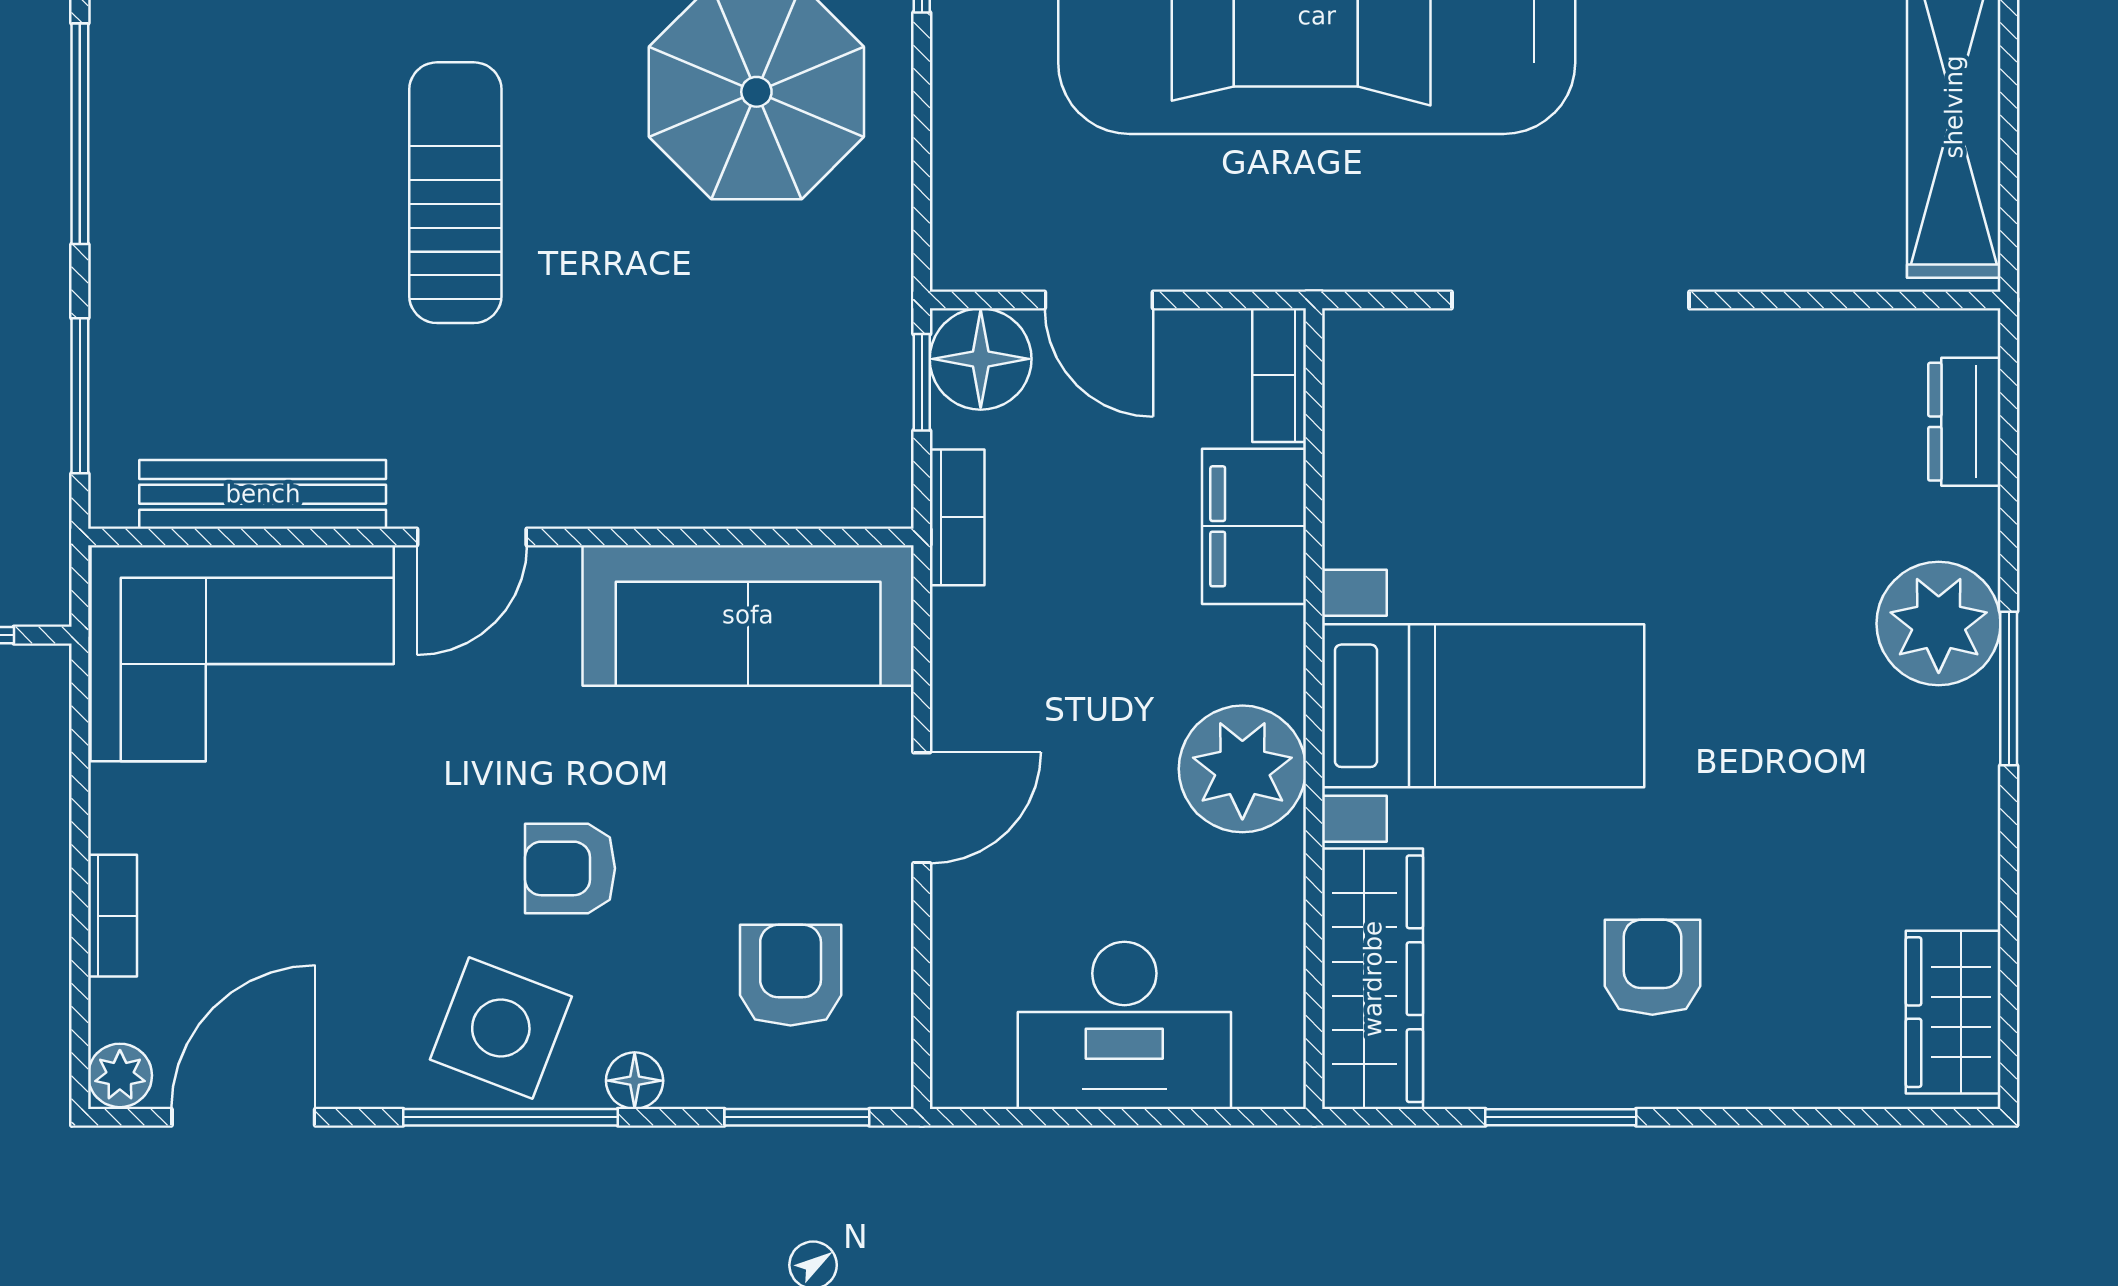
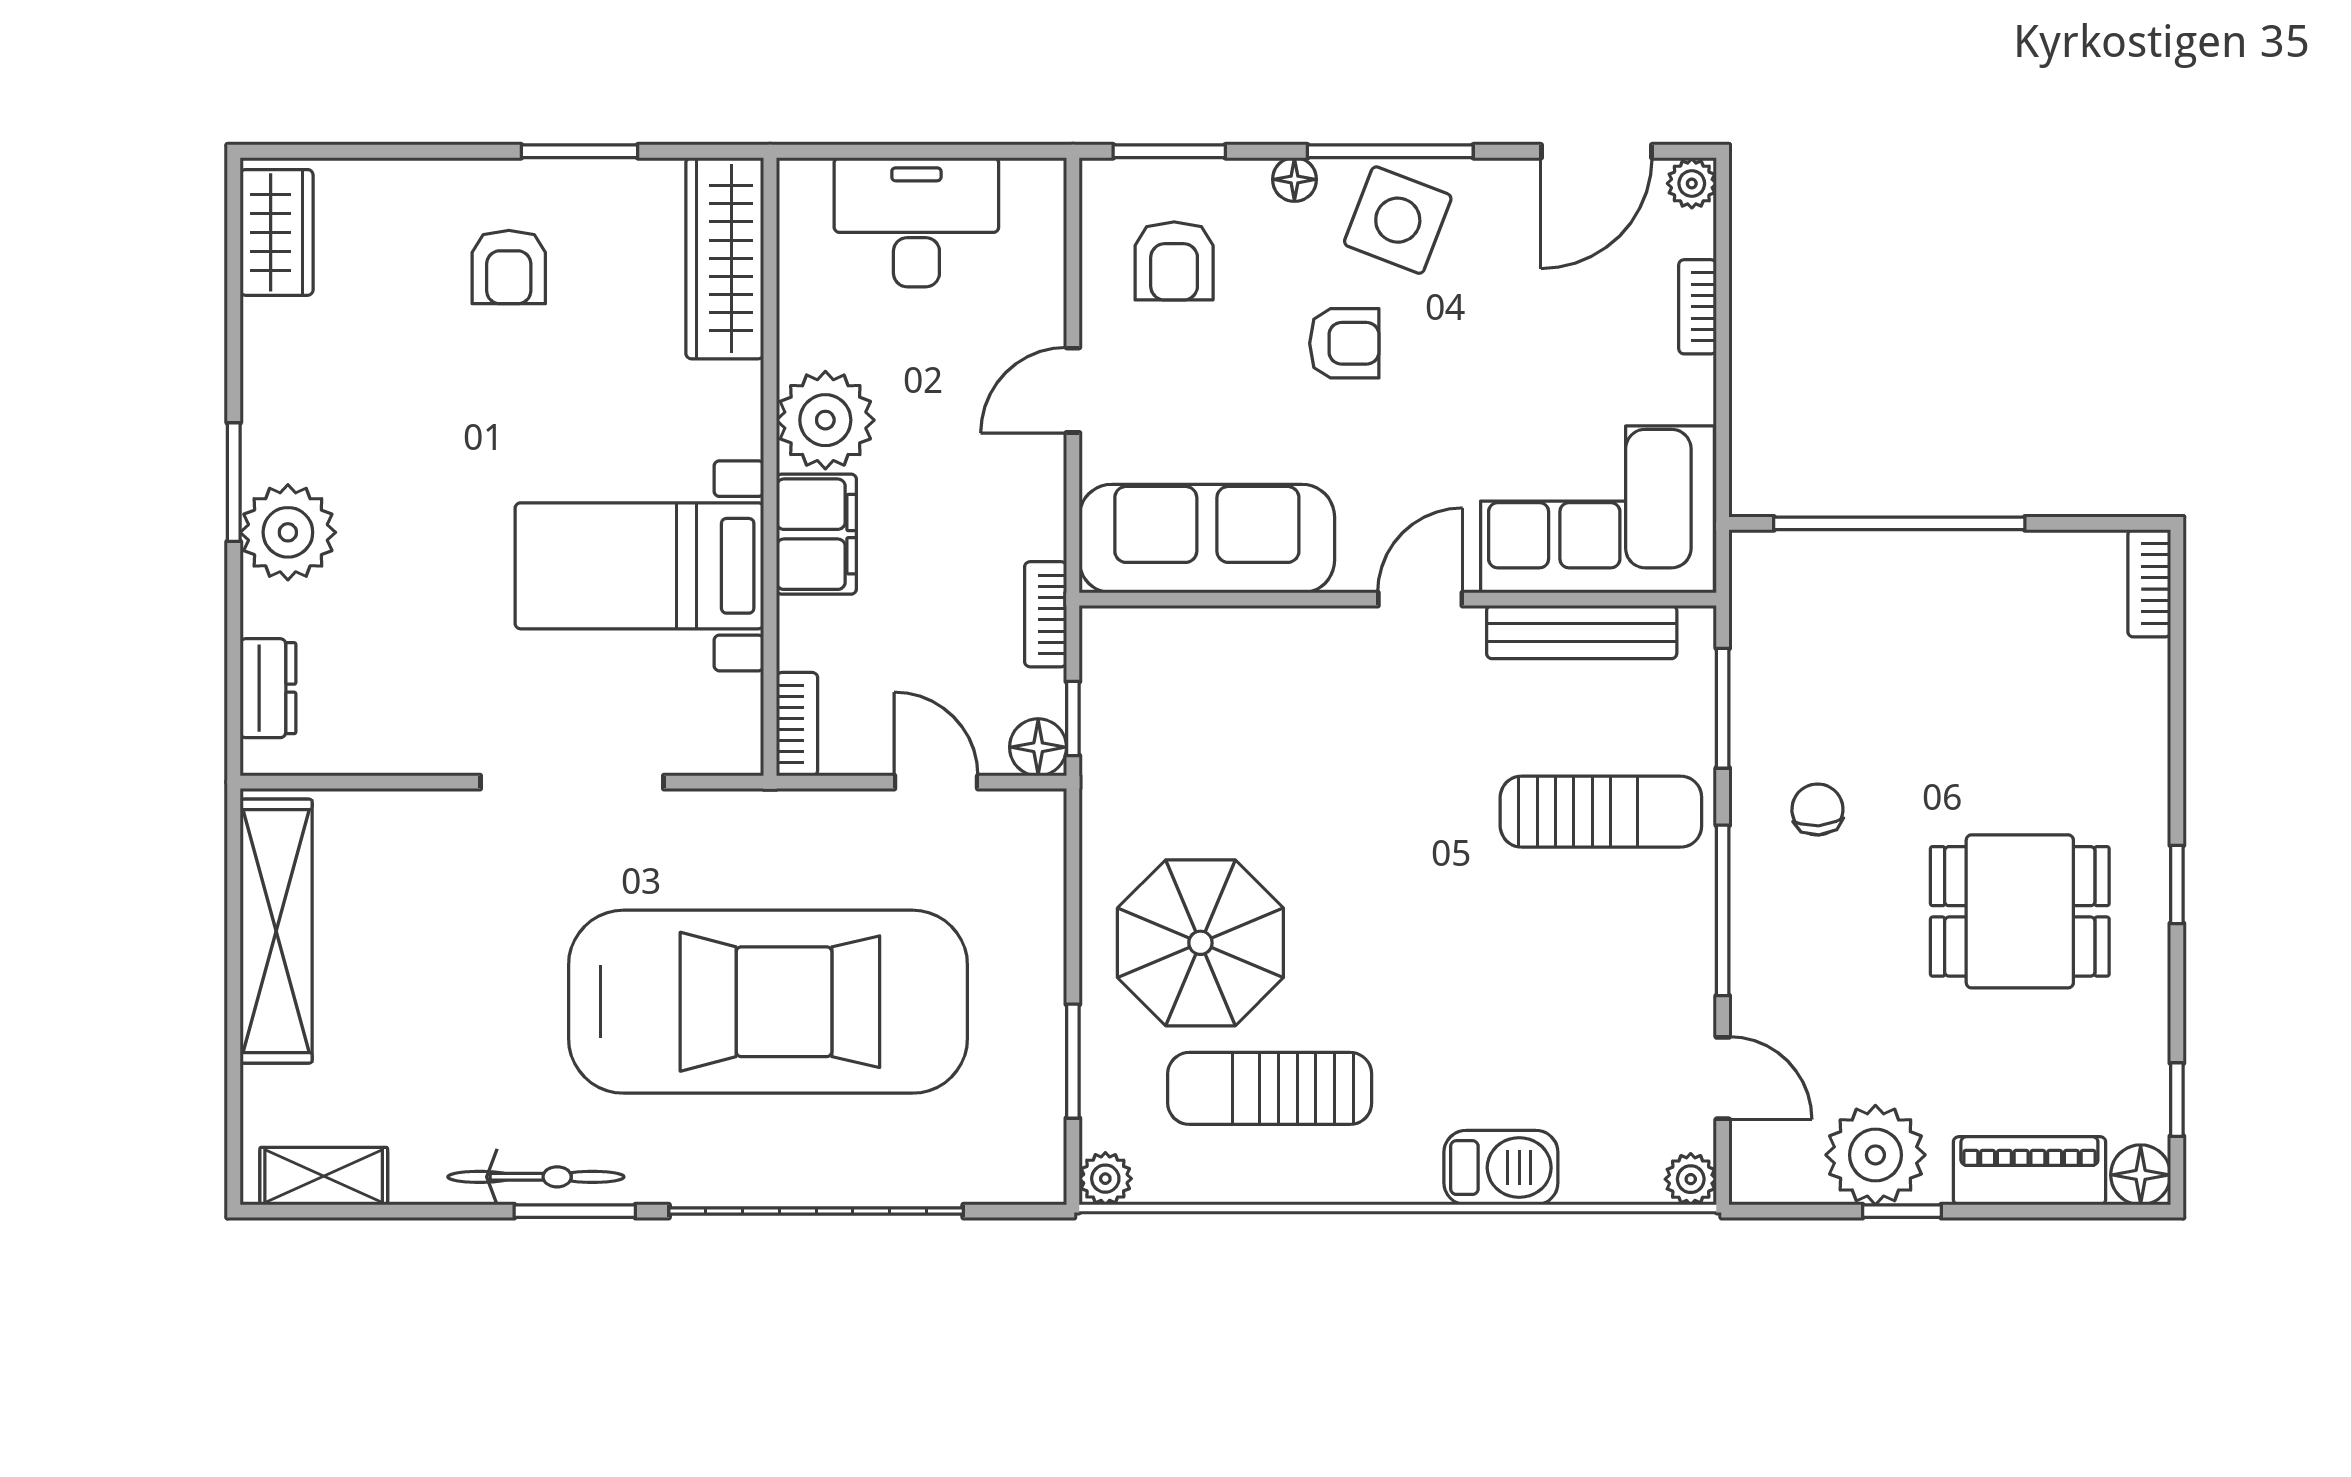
sun lounger: (455, 193) -> (1601, 812), moved, turned -90
floor lamp: (981, 359) -> (1038, 747), width x0.73, depth x0.73
filing cabinet: (1254, 526) -> (816, 534), moved
bed with nightstands: (1483, 706) -> (639, 566), moved

